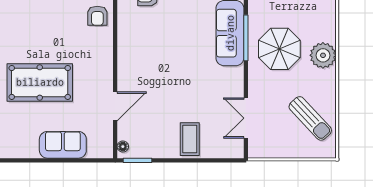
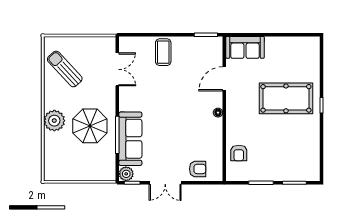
armchair: (97, 16) -> (239, 153), turned 180
sofa: (63, 145) -> (245, 47), moved
floor lamp: (123, 147) -> (218, 113), moved

